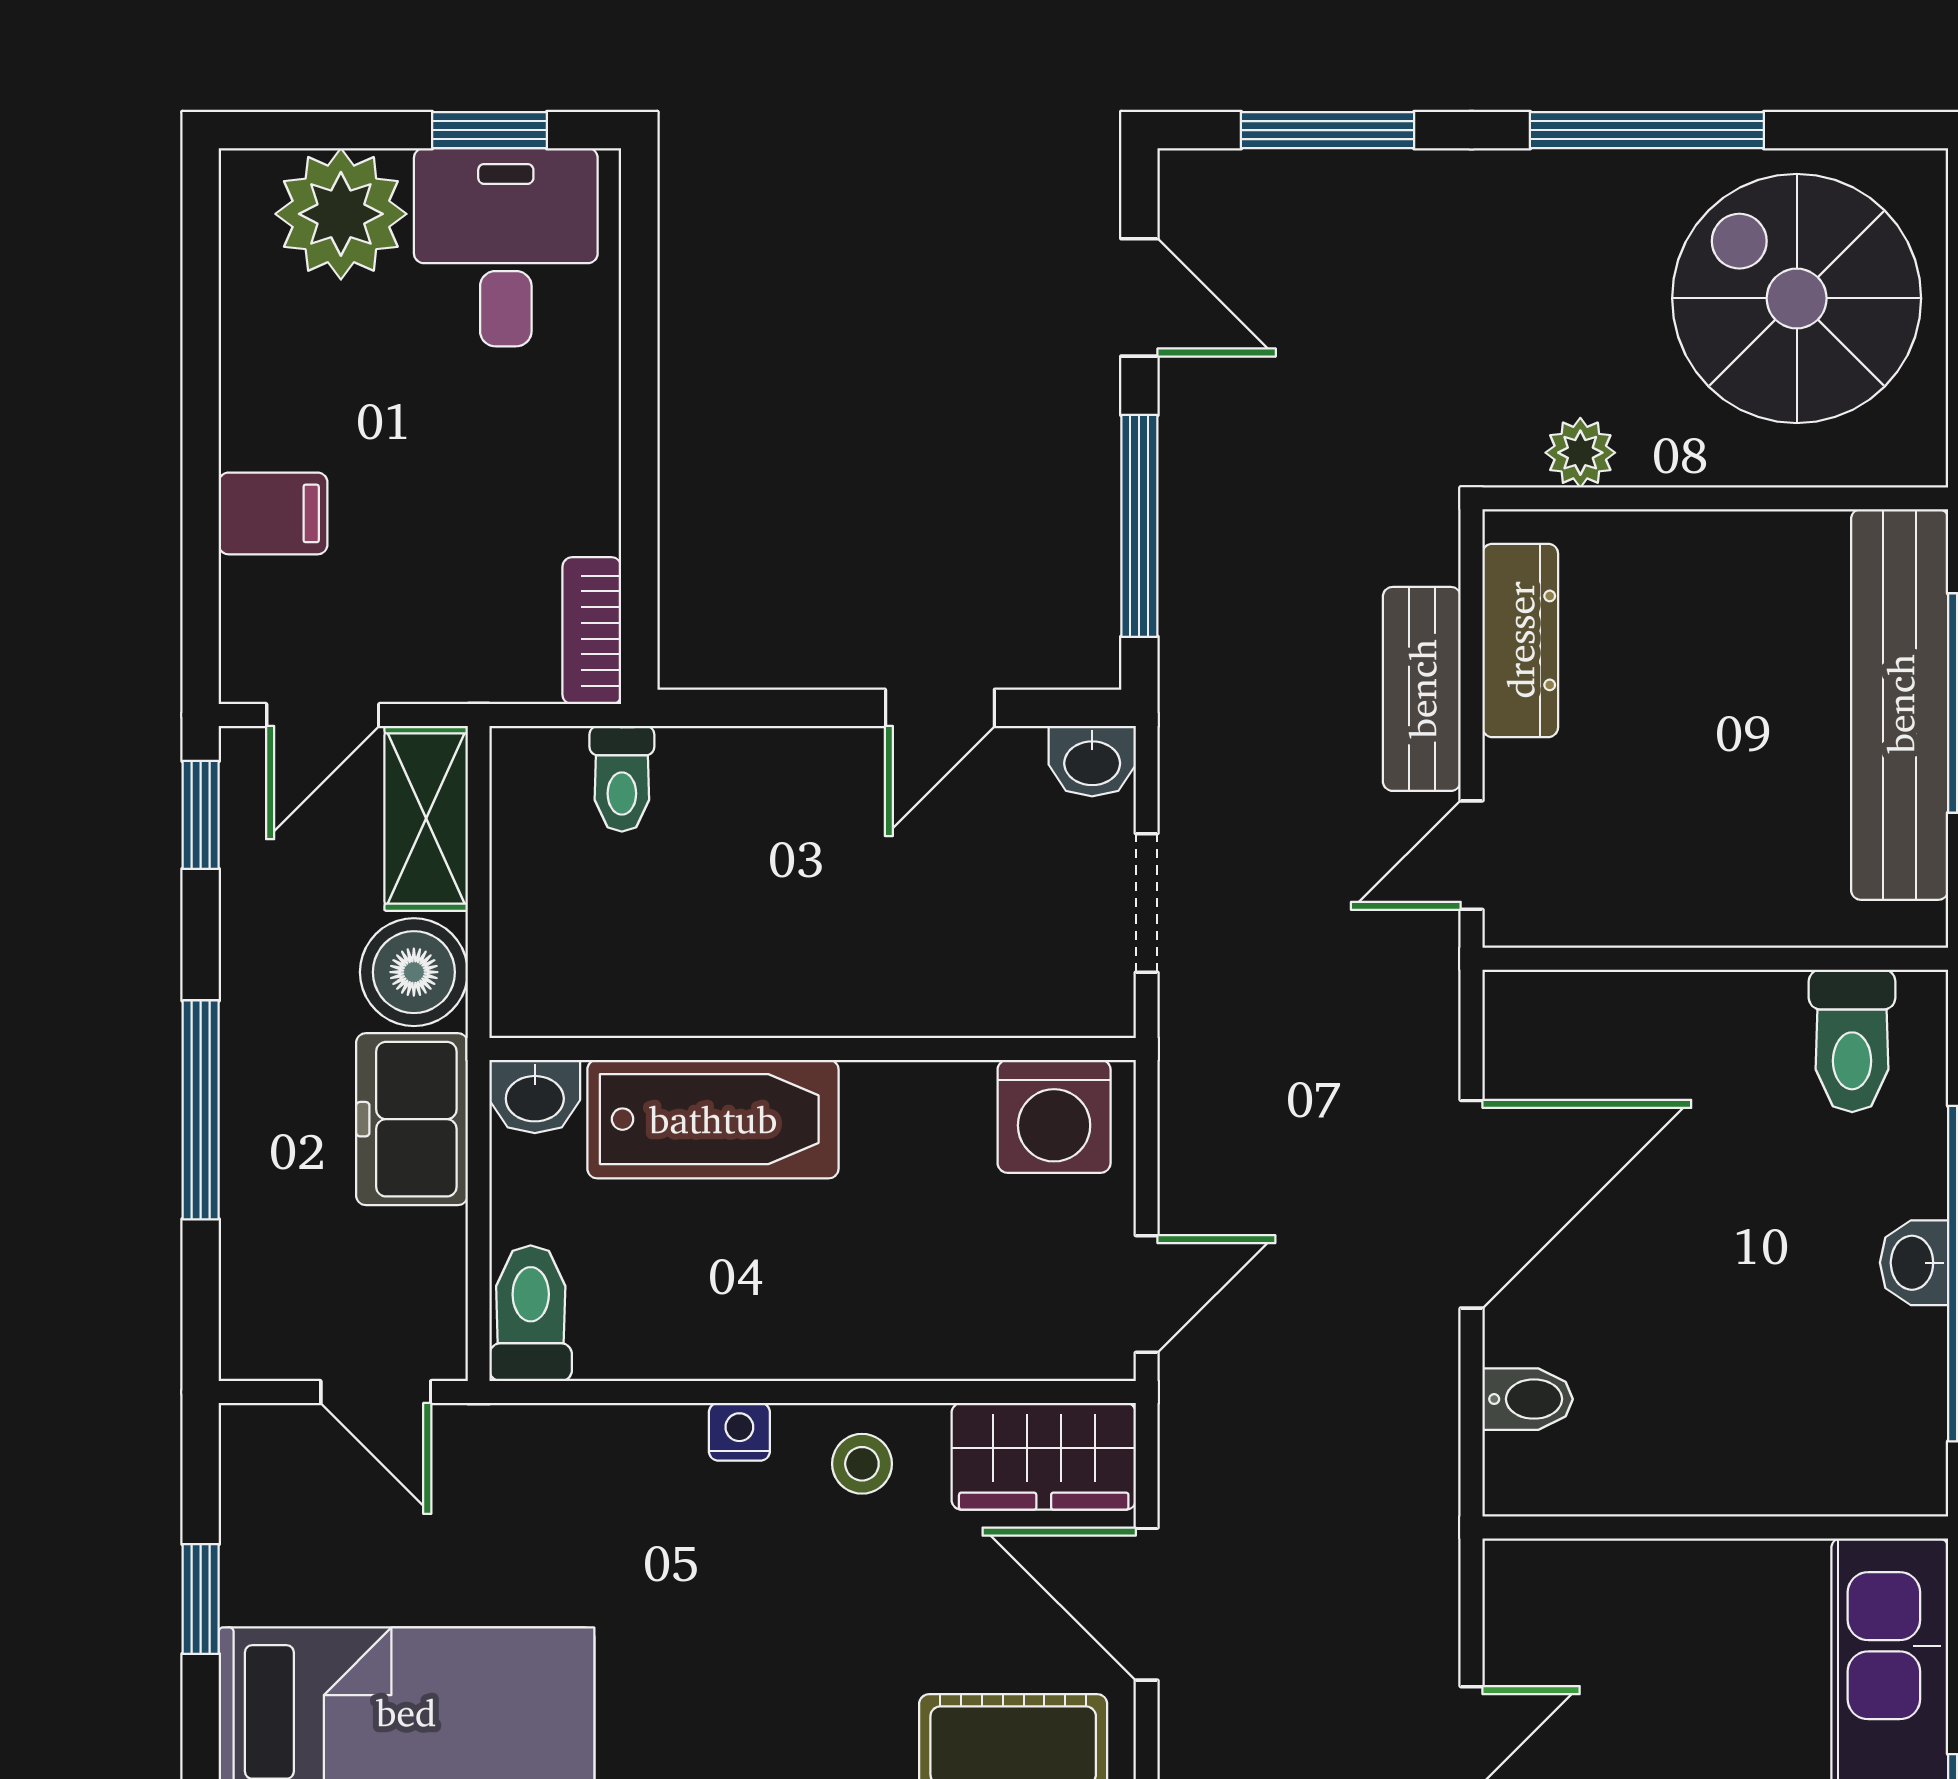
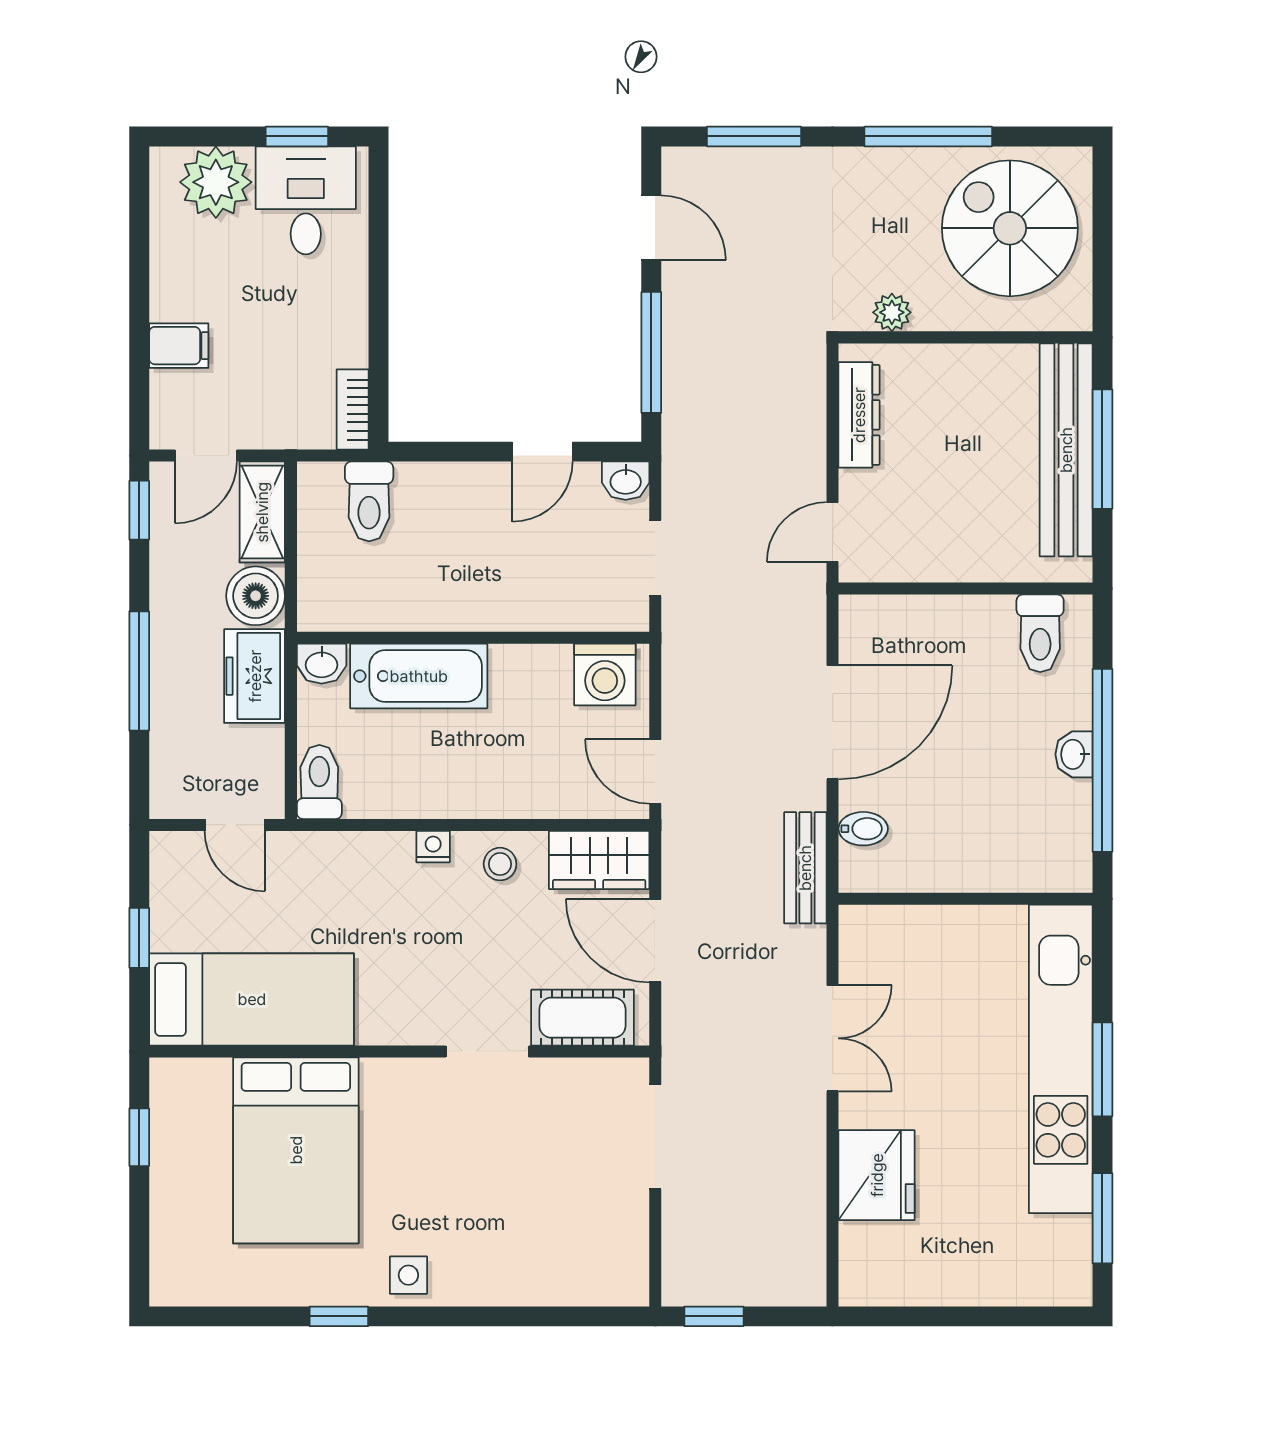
bench: (1422, 689) -> (805, 868), moved
toilet: (622, 779) -> (369, 501), width x1.37, depth x1.39
door: (1147, 1294) -> (655, 771), swing flipped

